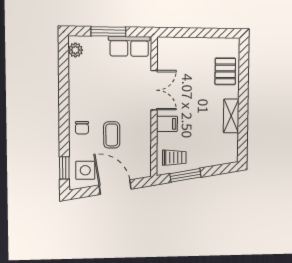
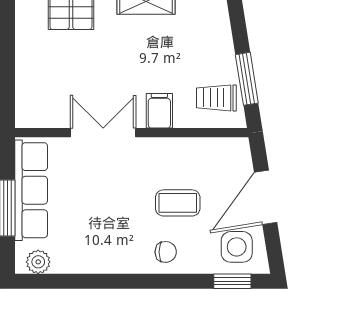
row of seats: (129, 46) -> (31, 190), width x1.48
trolley: (174, 158) -> (216, 98), turned -90

